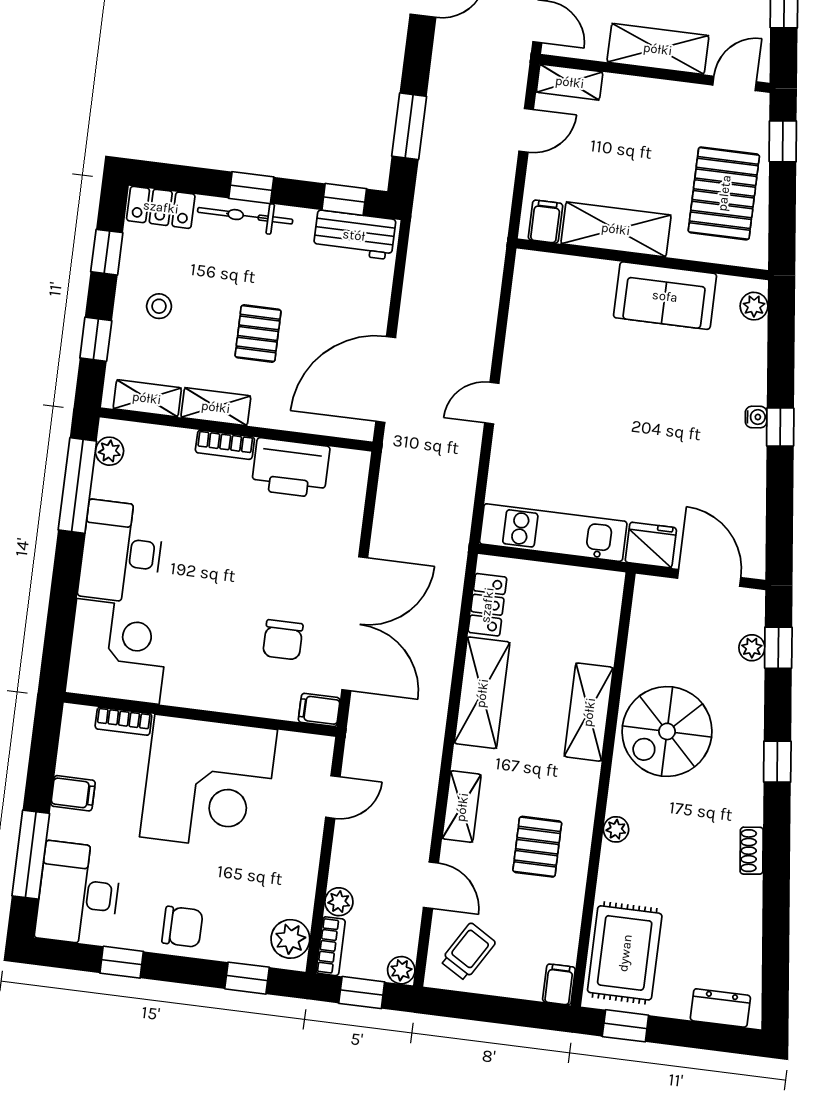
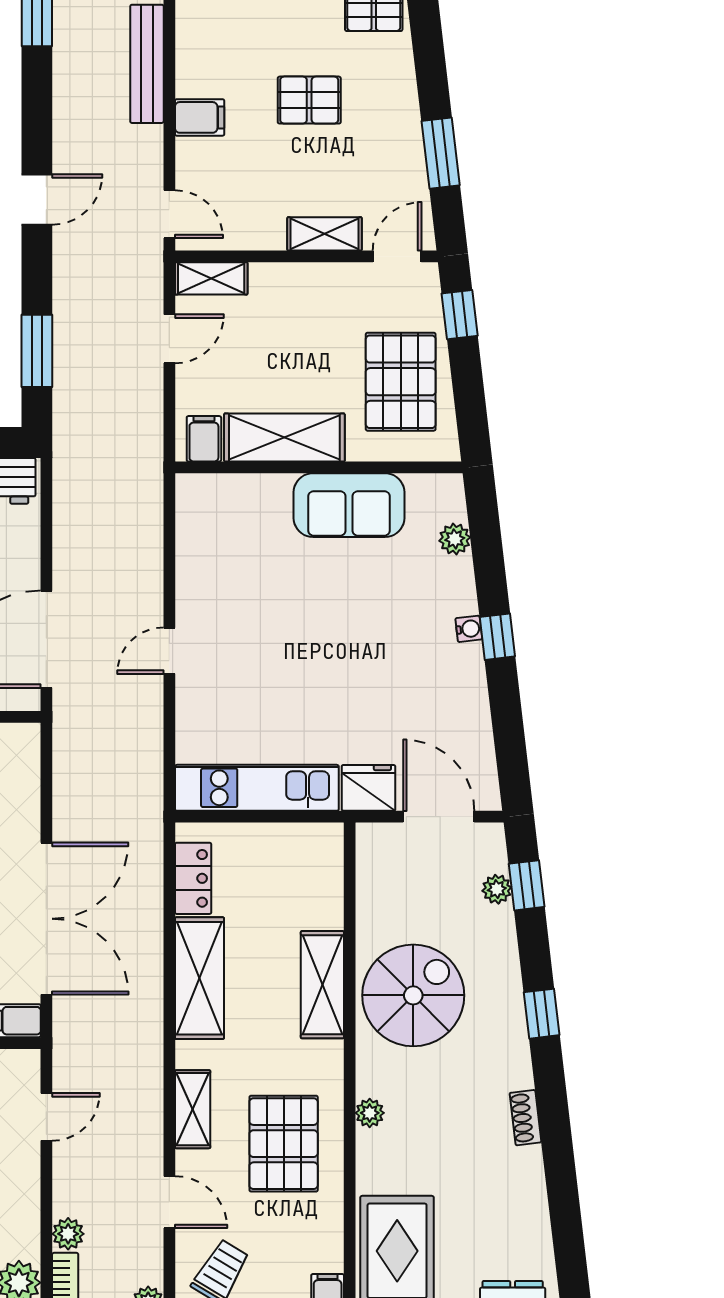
shelving: (658, 49) -> (325, 234), width x0.67, depth x0.75
plant: (754, 306) -> (455, 539), moved
spiral stairs: (667, 731) -> (413, 995), turned 180
pallet: (537, 847) -> (284, 1144), width x1.50, depth x1.42

